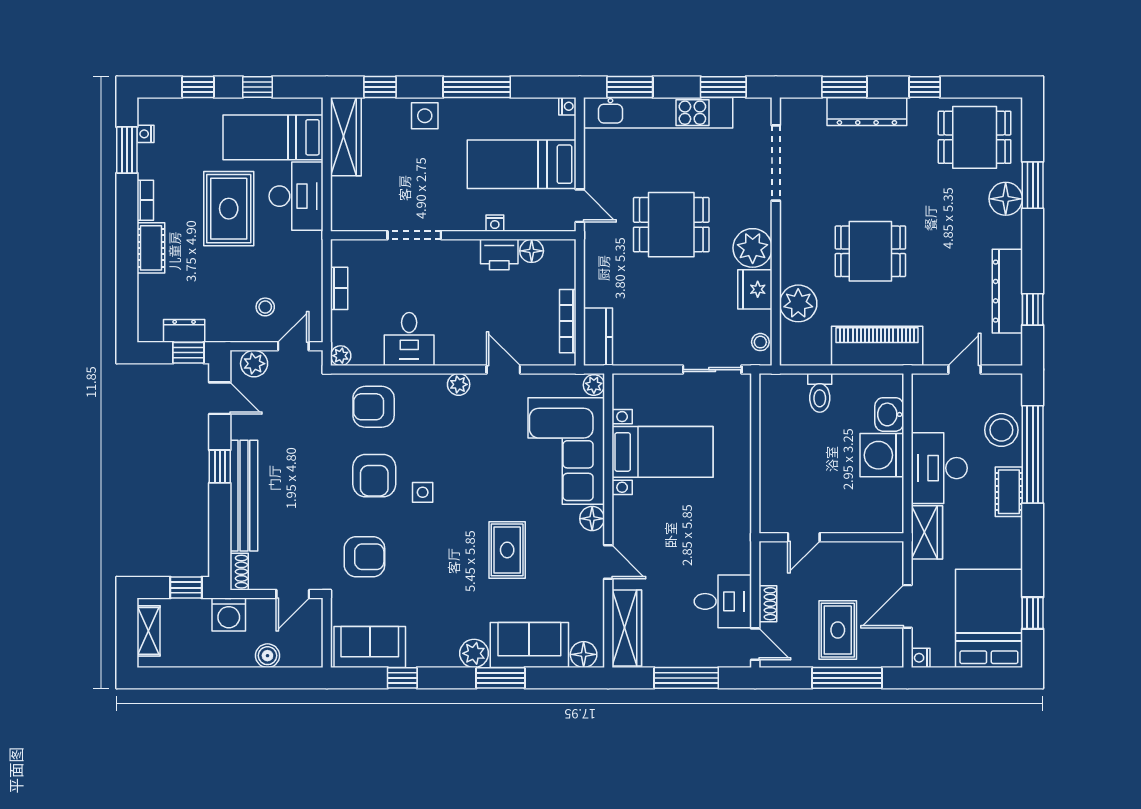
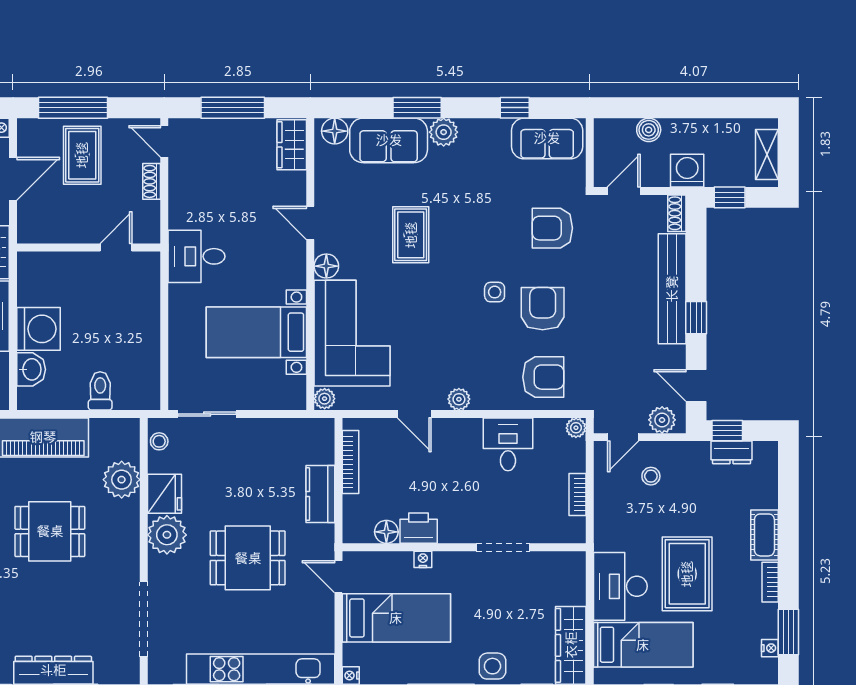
kitchen counter: (598, 337) -> (320, 494), moved
desk: (723, 601) -> (196, 256), moved
wardrobe: (627, 628) -> (292, 145), width x0.67

